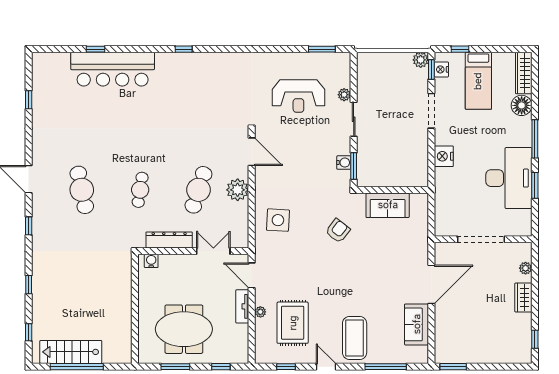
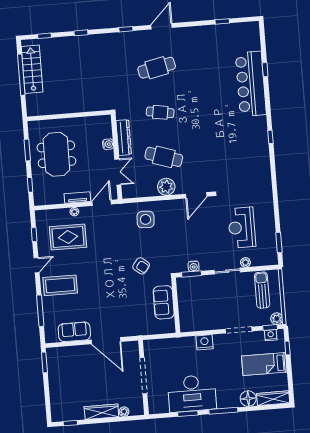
sun lounger: (382, 76) -> (262, 290), added
water cooler: (151, 261) -> (108, 144), moved
wardrobe: (523, 298) -> (101, 412), width x1.50

